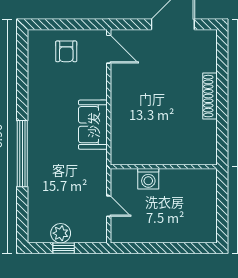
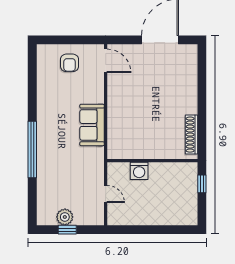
shoe rack: (210, 96) -> (192, 135), moved
window: (222, 194) -> (202, 184), added

